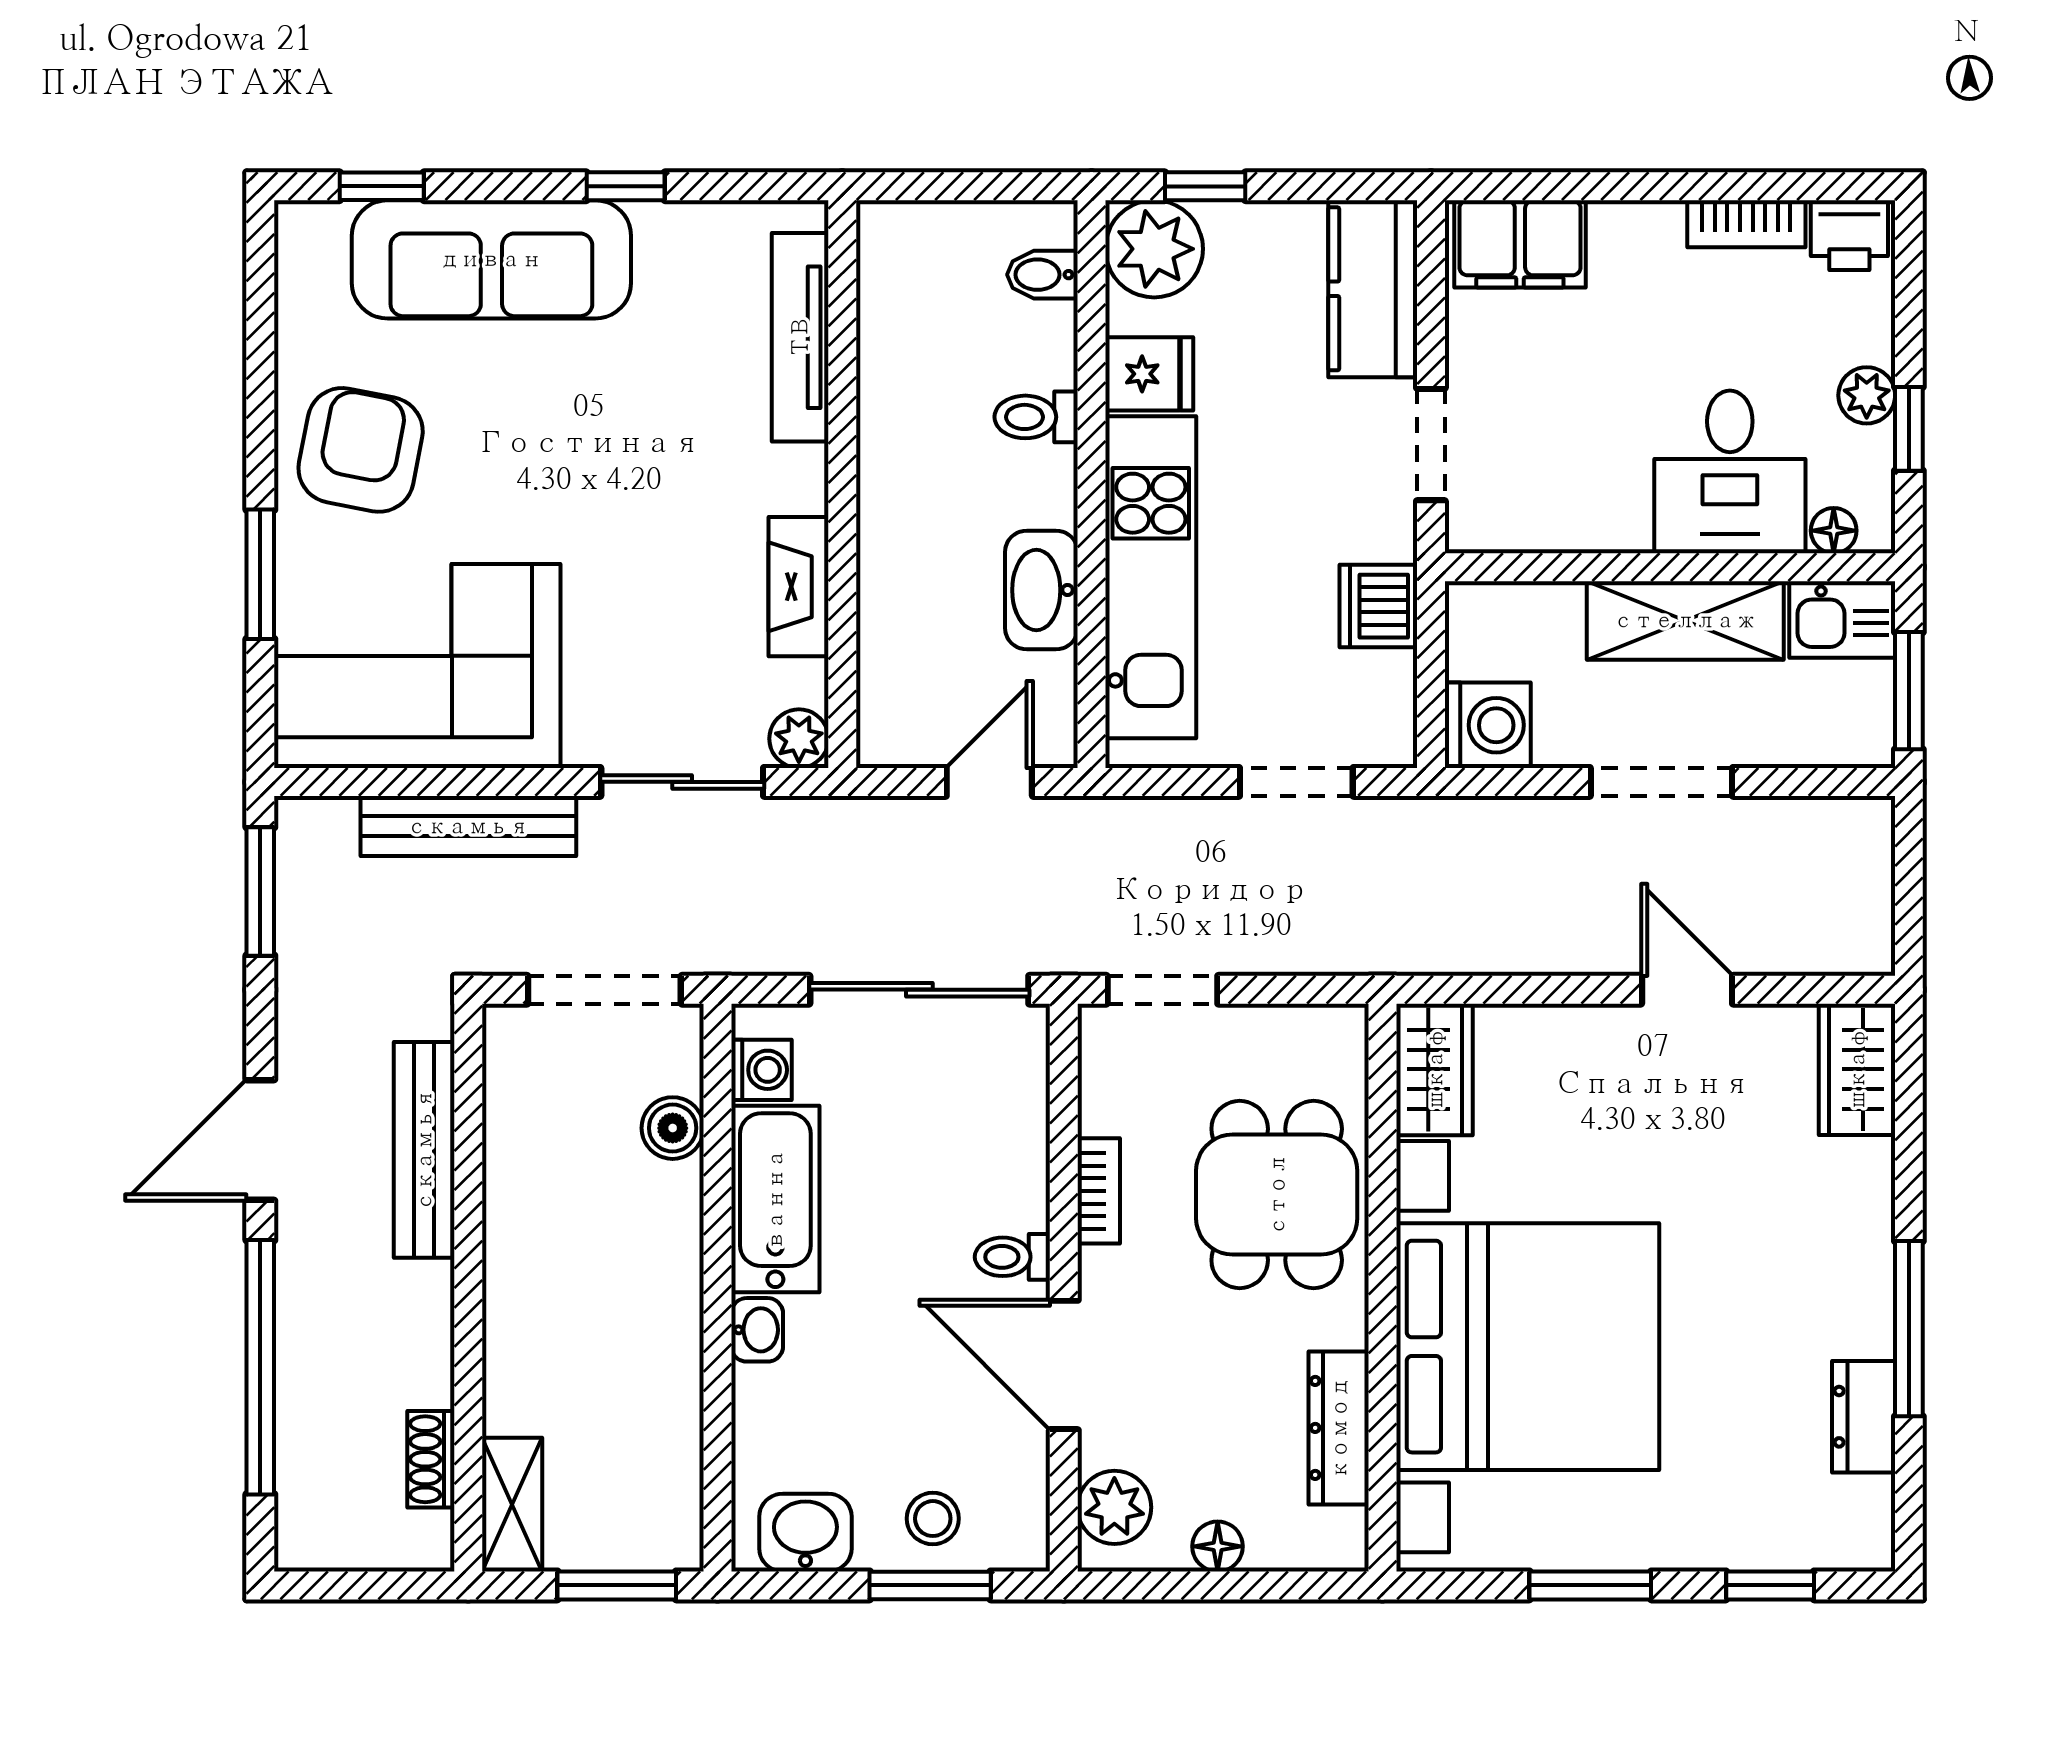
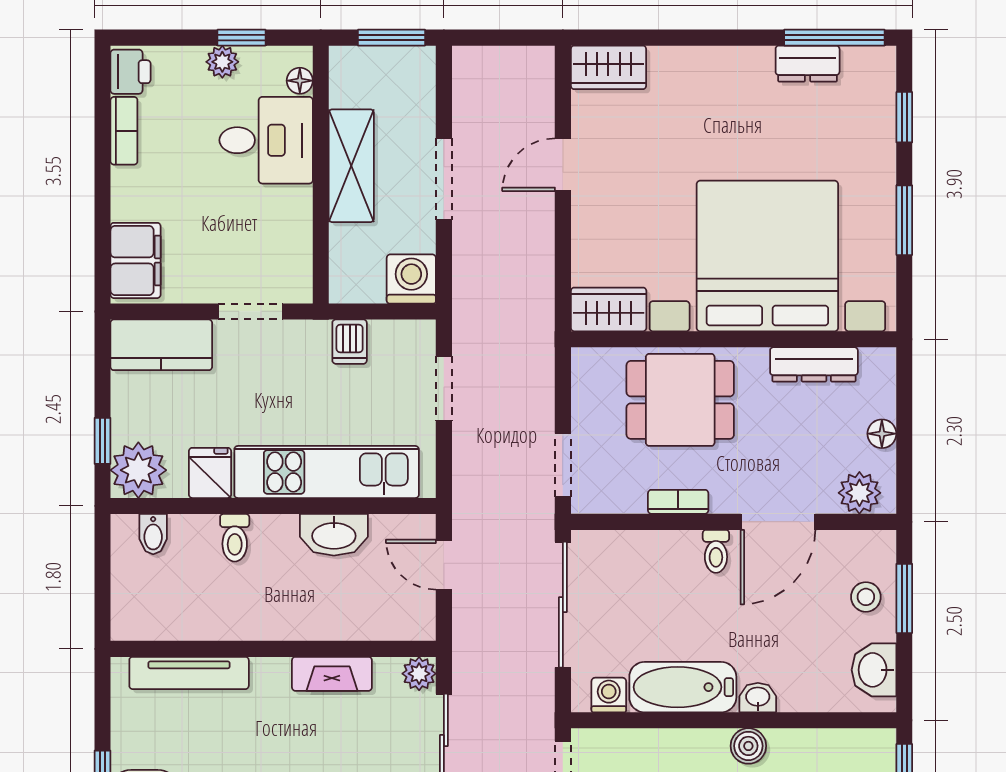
dishwasher: (1378, 606) -> (350, 342), width x0.73
kitchen sink: (1842, 619) -> (351, 76), removed
boiler: (673, 1128) -> (748, 746), moved
window: (1909, 1329) -> (834, 38), moved

